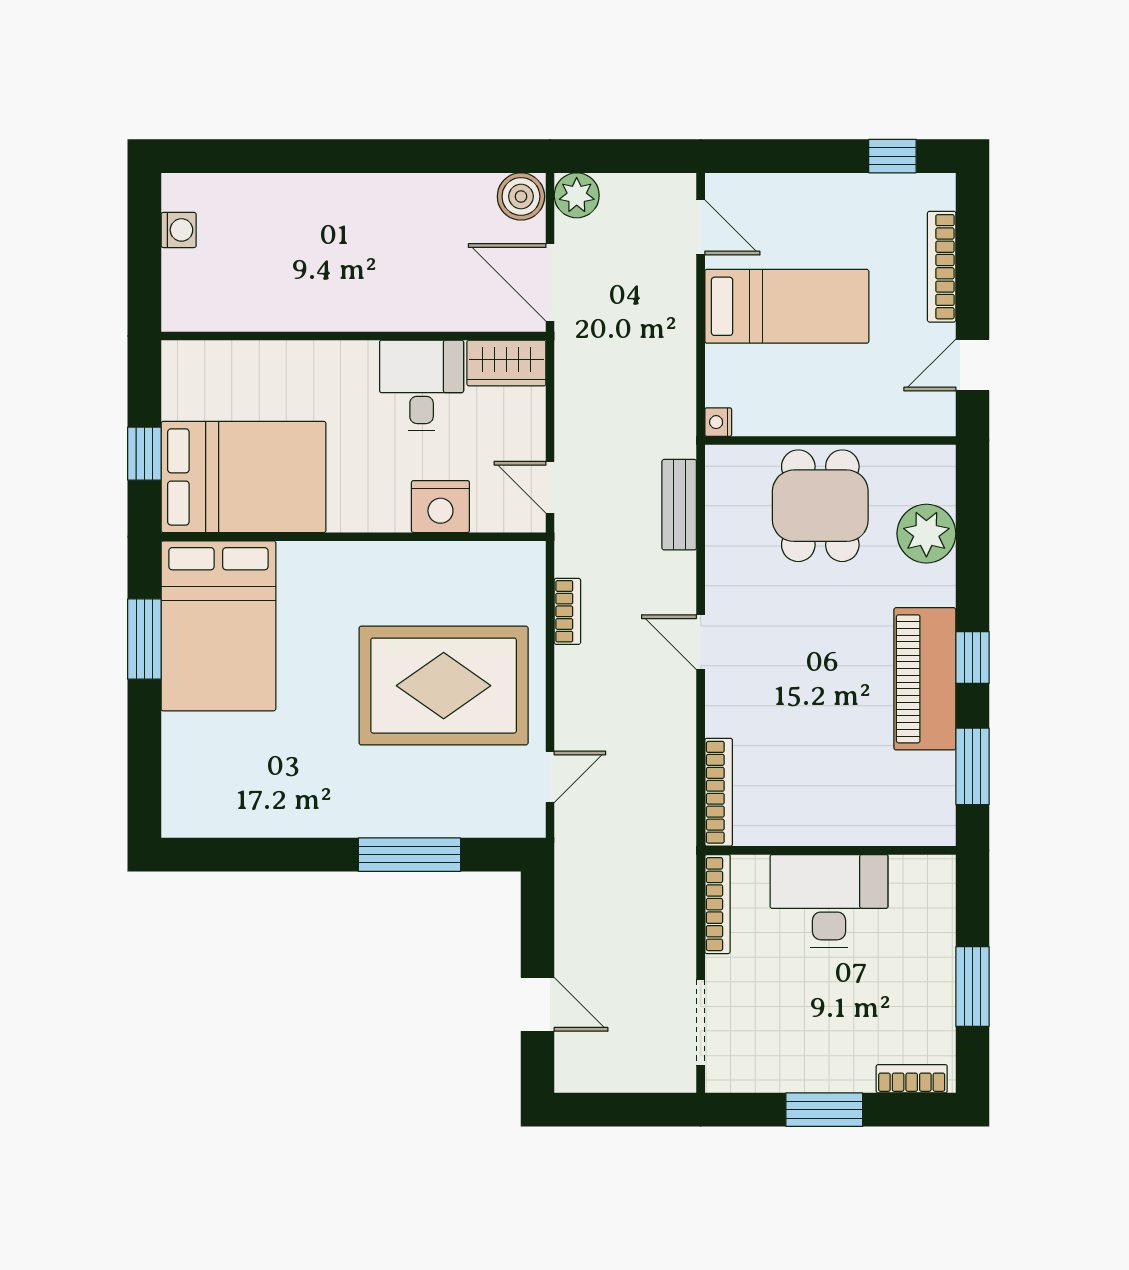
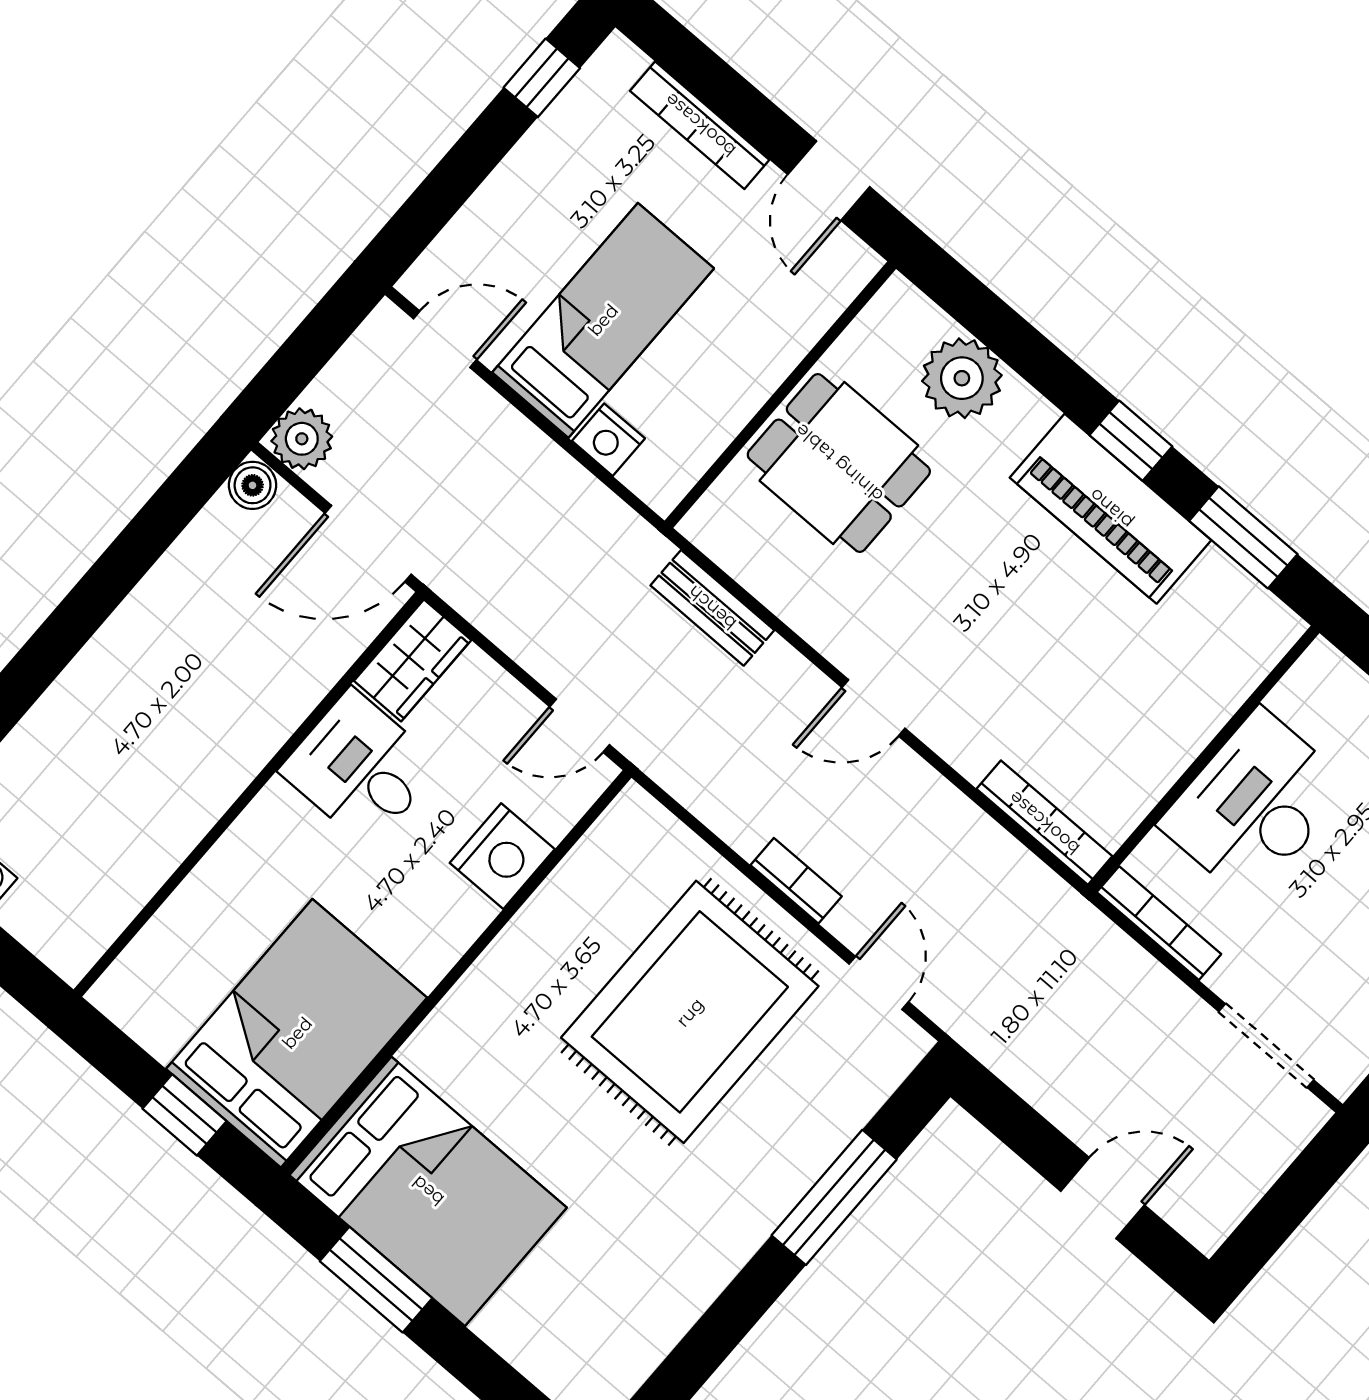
boiler: (521, 196) -> (253, 485), width x0.73, depth x0.73
nightstand: (718, 422) -> (608, 440), moved, width x1.39, depth x1.35
bookcase: (567, 611) -> (796, 881), moved

